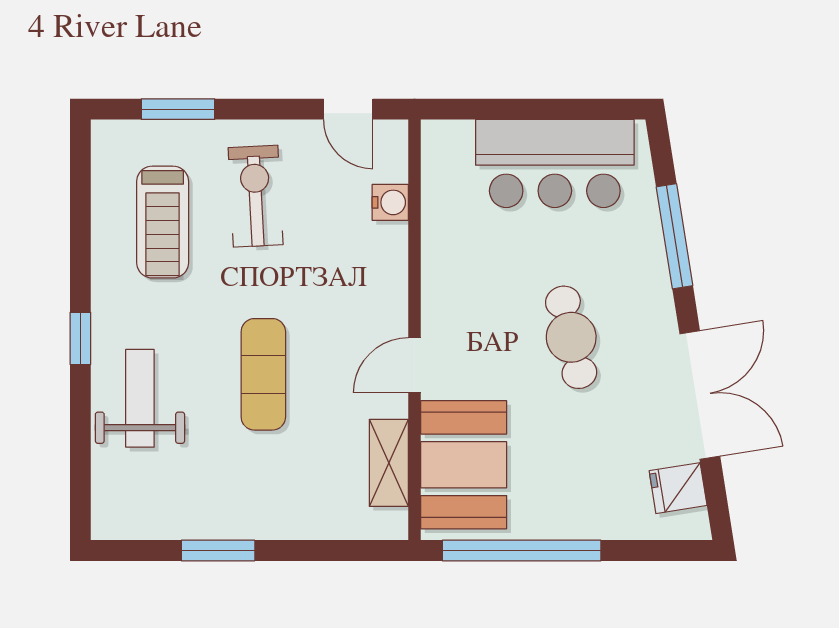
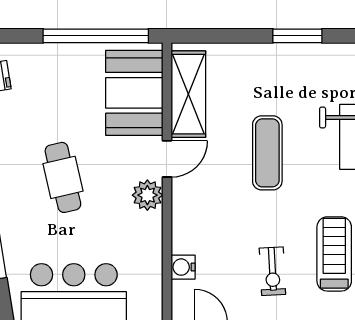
exercise bike: (256, 196) -> (272, 271), width x0.73, depth x0.72
plant: (444, 311) -> (147, 195), added
shelving: (389, 463) -> (188, 94), width x1.50, depth x1.33

